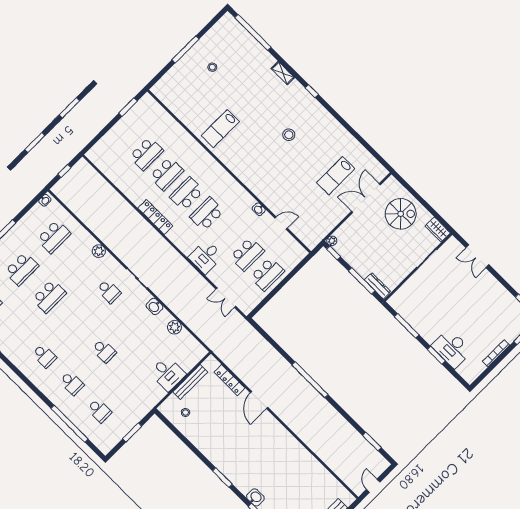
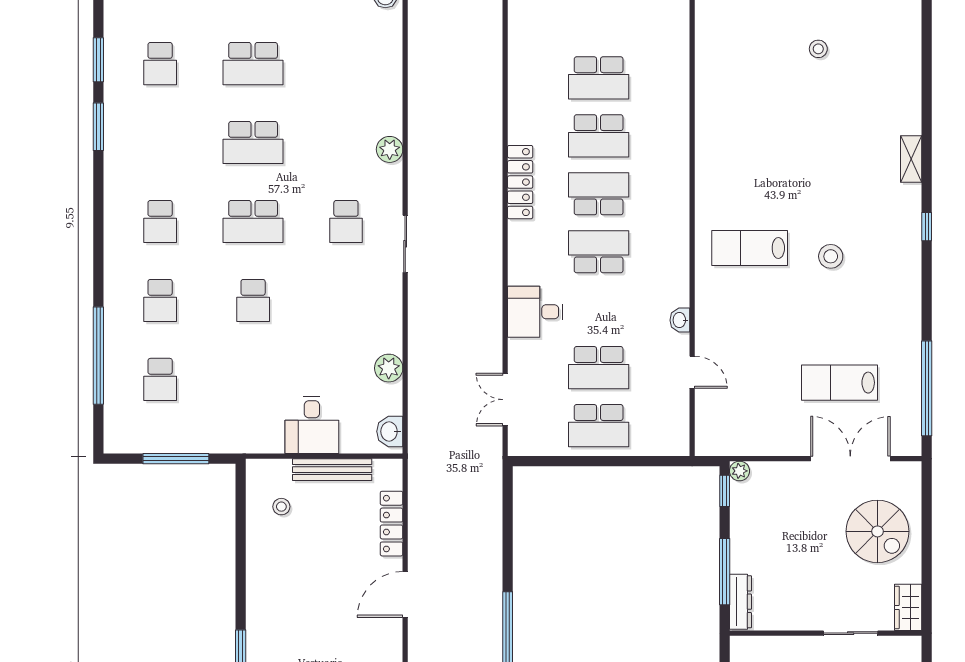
window: (253, 32) -> (927, 388), moved
lab bench: (220, 129) -> (750, 248), moved
school desk: (54, 237) -> (253, 222), moved
washbasin: (154, 306) -> (390, 431), moved
window: (132, 433) -> (176, 459), width x1.44

